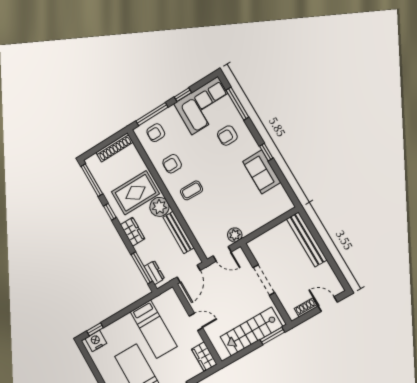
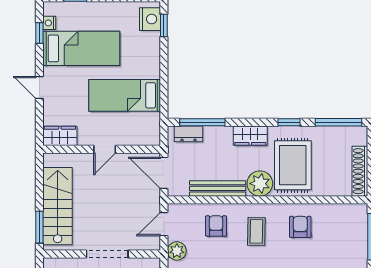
armchair: (156, 133) -> (216, 226), moved

